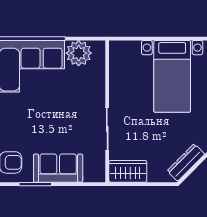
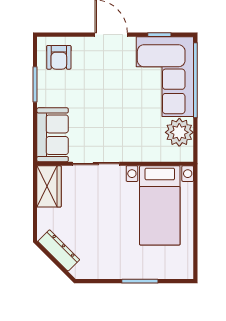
bed with nightstands: (172, 76) -> (160, 205), moved, turned -90
sofa: (58, 168) -> (53, 135), moved

